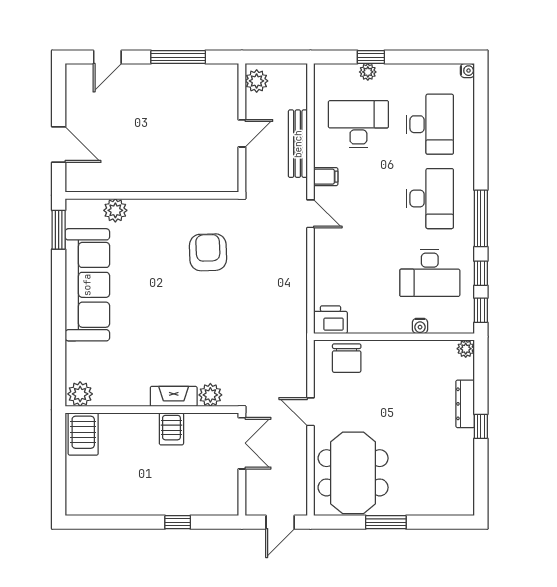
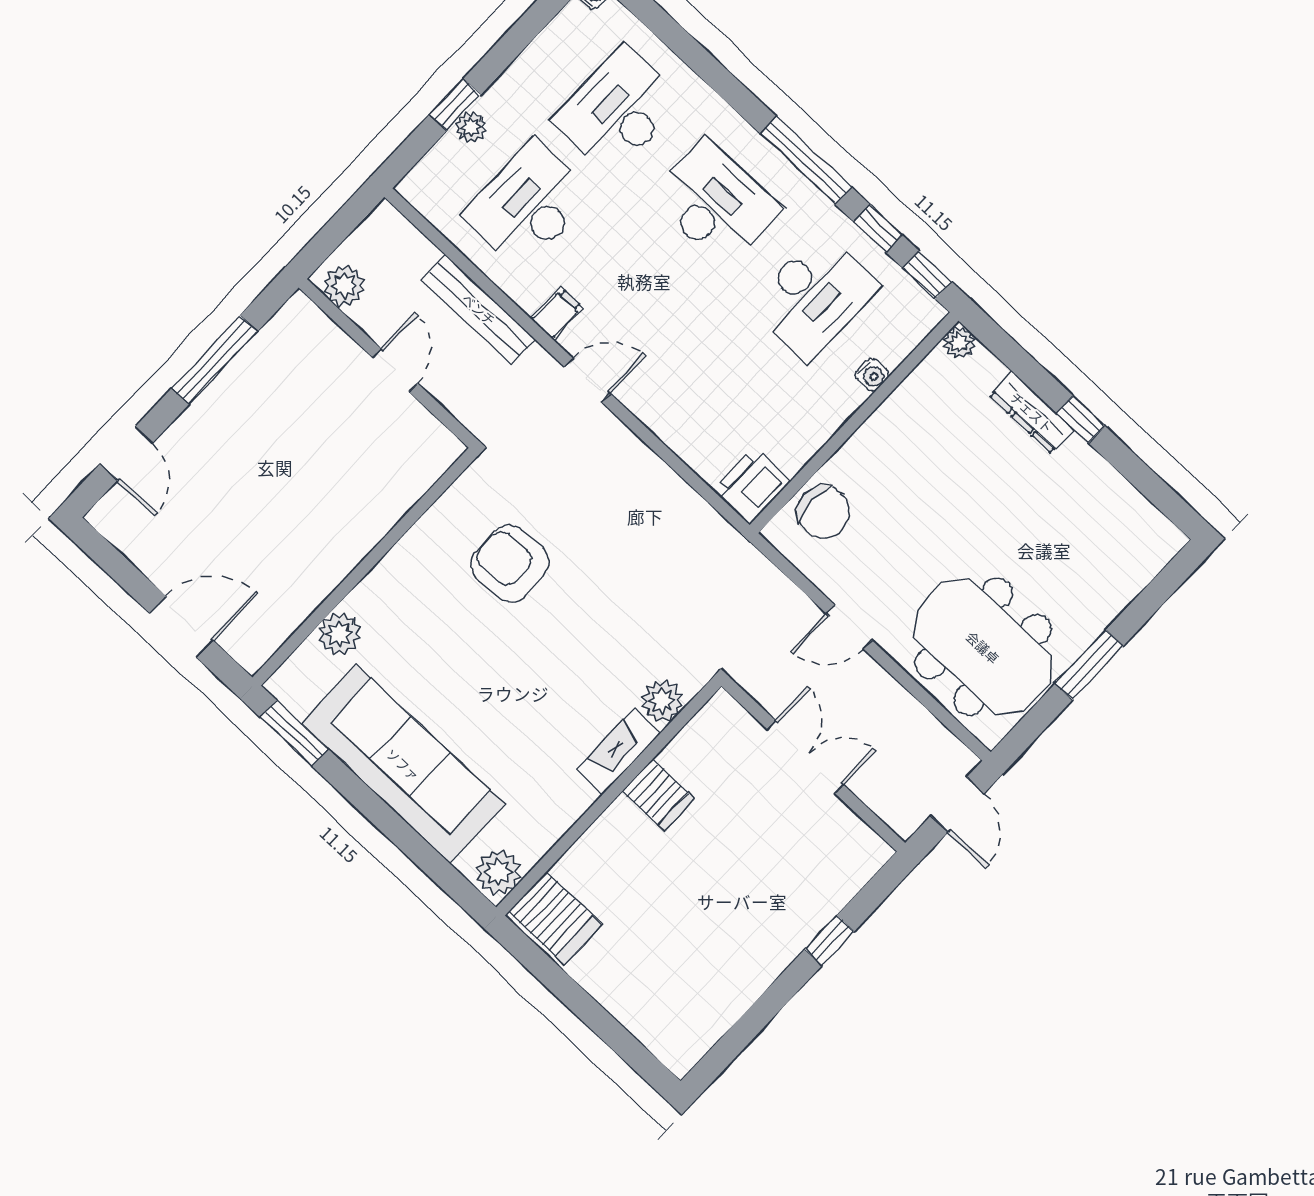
desk: (430, 124) -> (617, 110), turned -90
plant: (80, 394) -> (499, 872), moved
plant: (210, 395) -> (662, 701), moved
fireplace: (174, 396) -> (618, 751), moved
wall: (152, 410) -> (609, 797), moved
server rack: (171, 429) -> (659, 795), moved
server rack: (83, 434) -> (555, 918), moved

